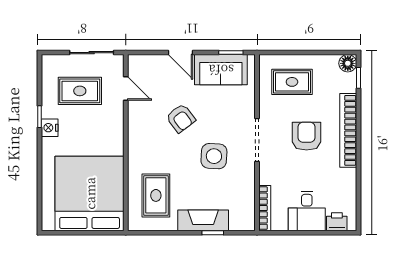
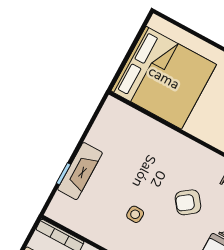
side table: (214, 156) -> (135, 214), width x0.54, depth x0.54
rug: (156, 195) -> (128, 139), removed

